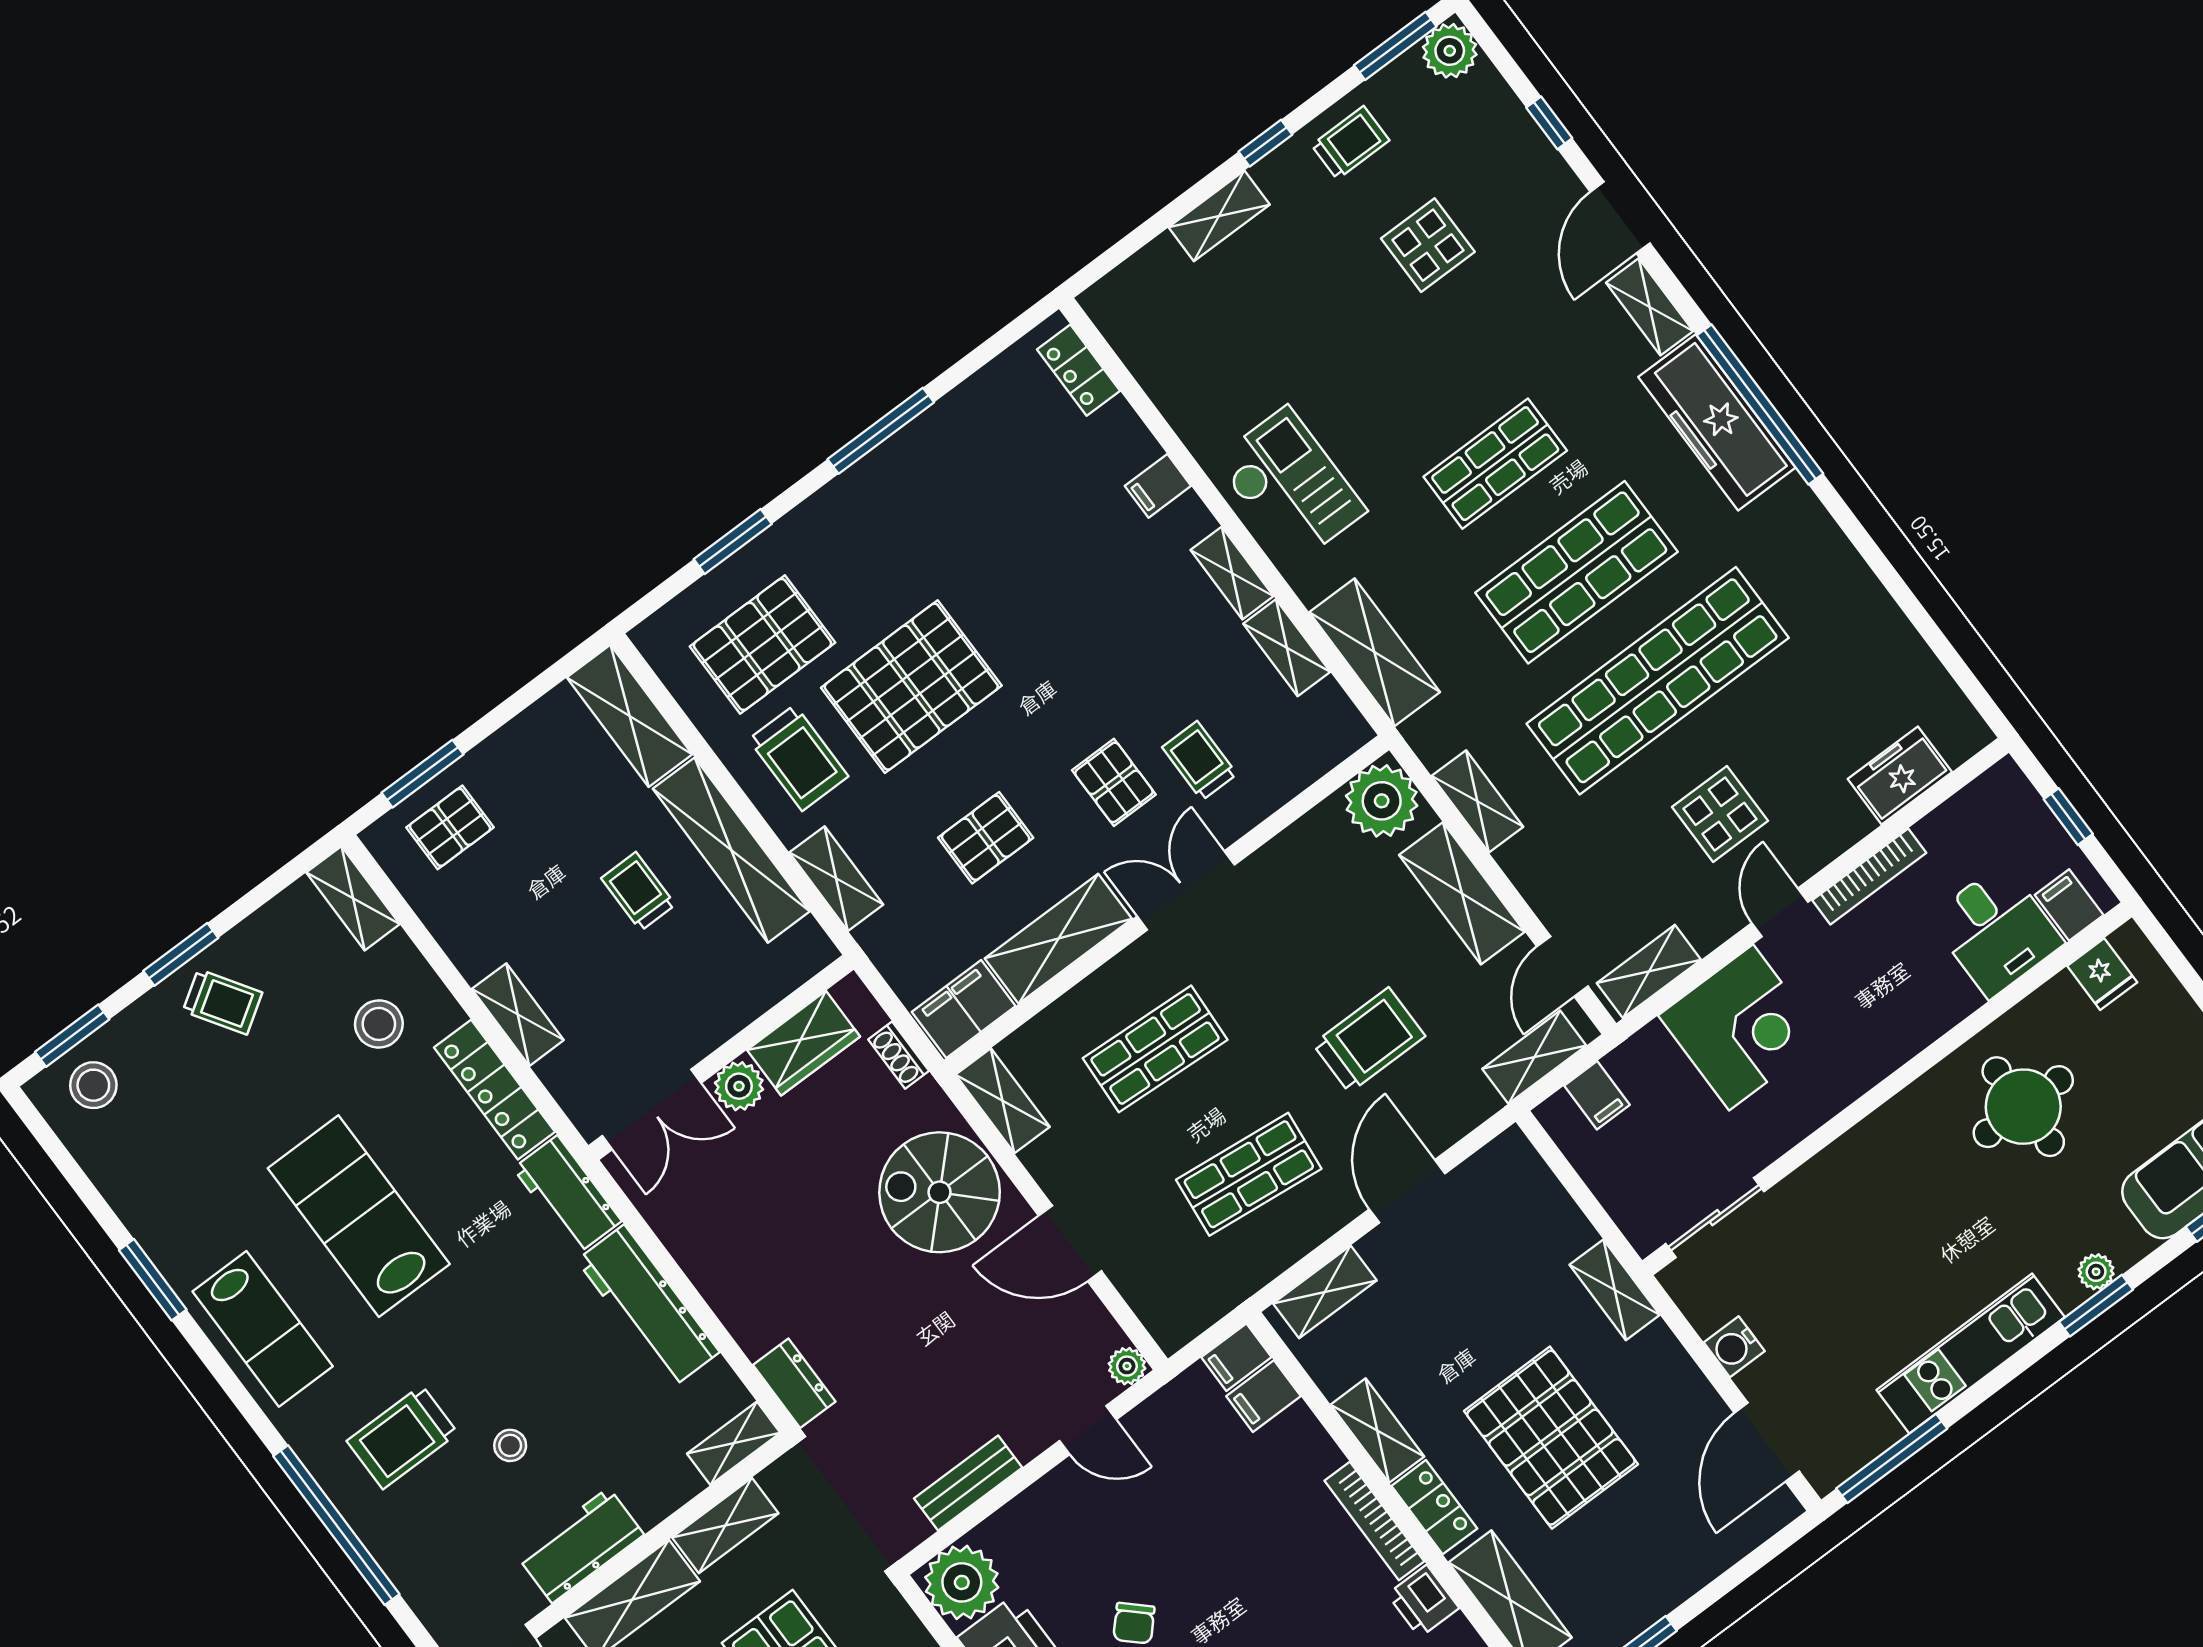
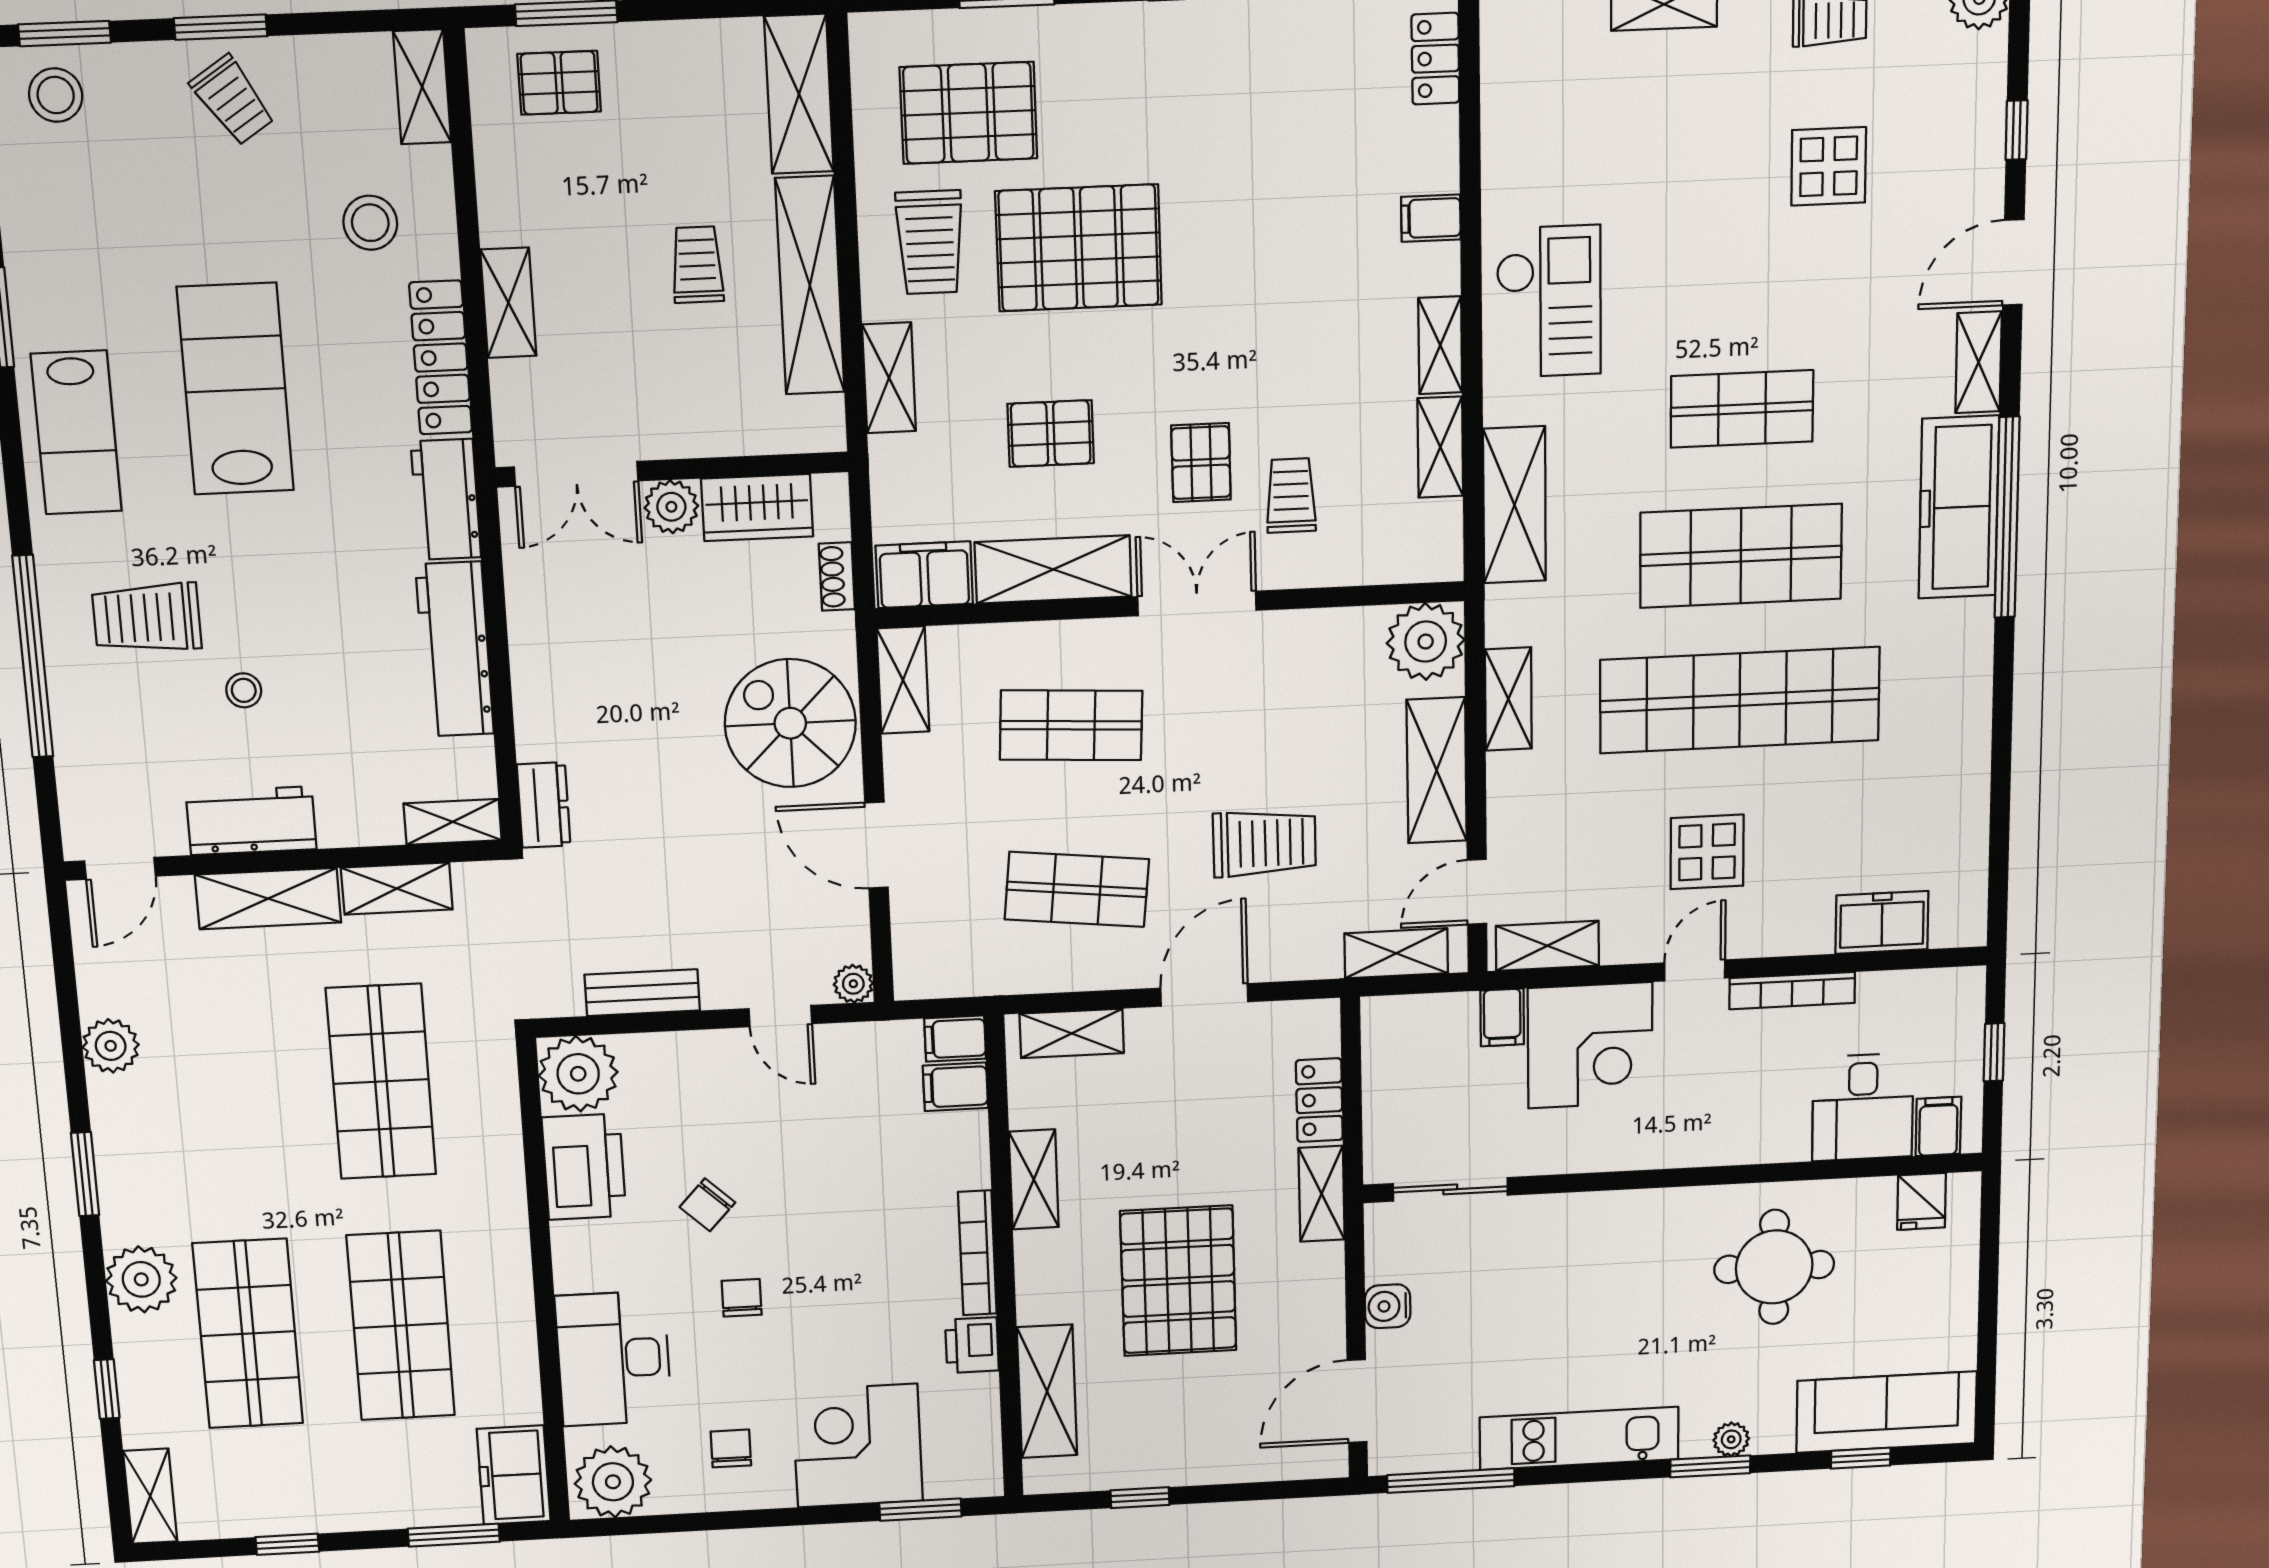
filing cabinet: (1597, 1095) -> (1502, 1017), moved
locker: (1434, 1507) -> (1319, 1100), moved, turned 180

